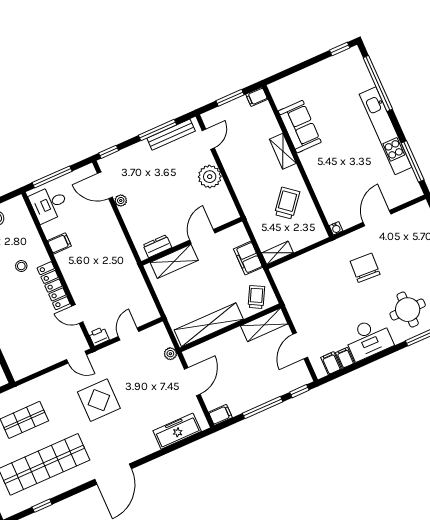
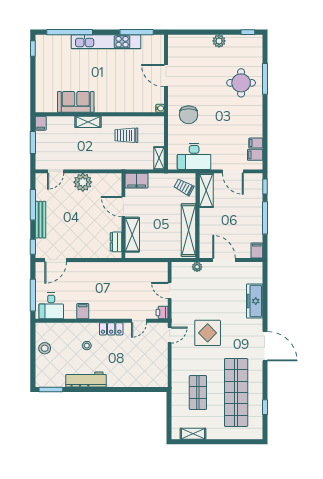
bench: (171, 135) -> (40, 220), moved
door: (208, 139) -> (56, 171), swing flipped
plant: (121, 201) -> (72, 254), removed
trolley: (287, 203) -> (126, 135), turned -39
filing cabinet: (248, 258) -> (137, 181), moved
chair: (365, 268) -> (189, 115), moved, turned -93
locker: (53, 286) -> (111, 329), width x0.66
desk: (368, 339) -> (194, 156), moved, turned 90
freezer: (177, 431) -> (255, 301), moved

